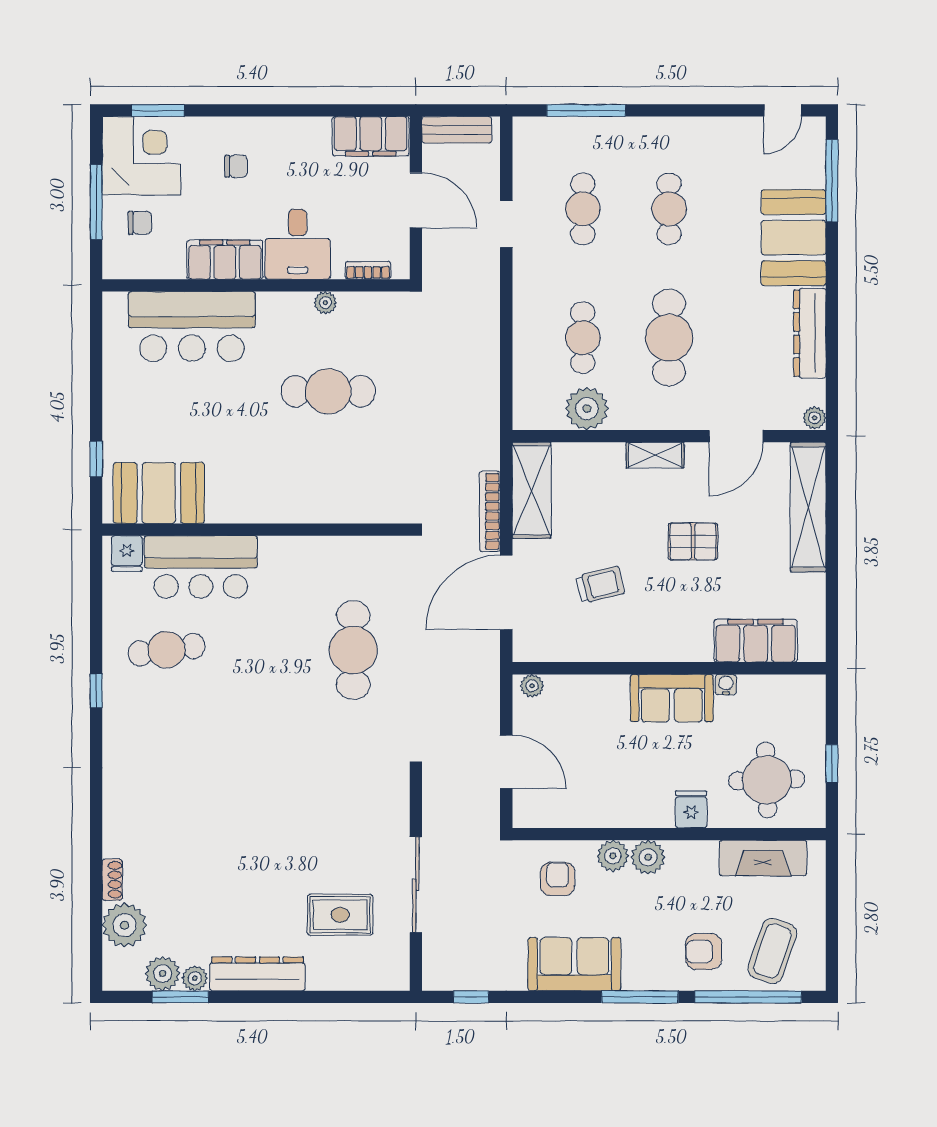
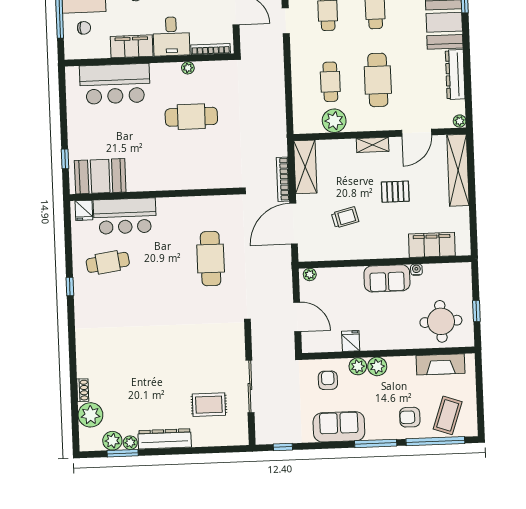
bookcase: (368, 270) -> (211, 49), width x1.56
fridge: (691, 809) -> (351, 341), moved

